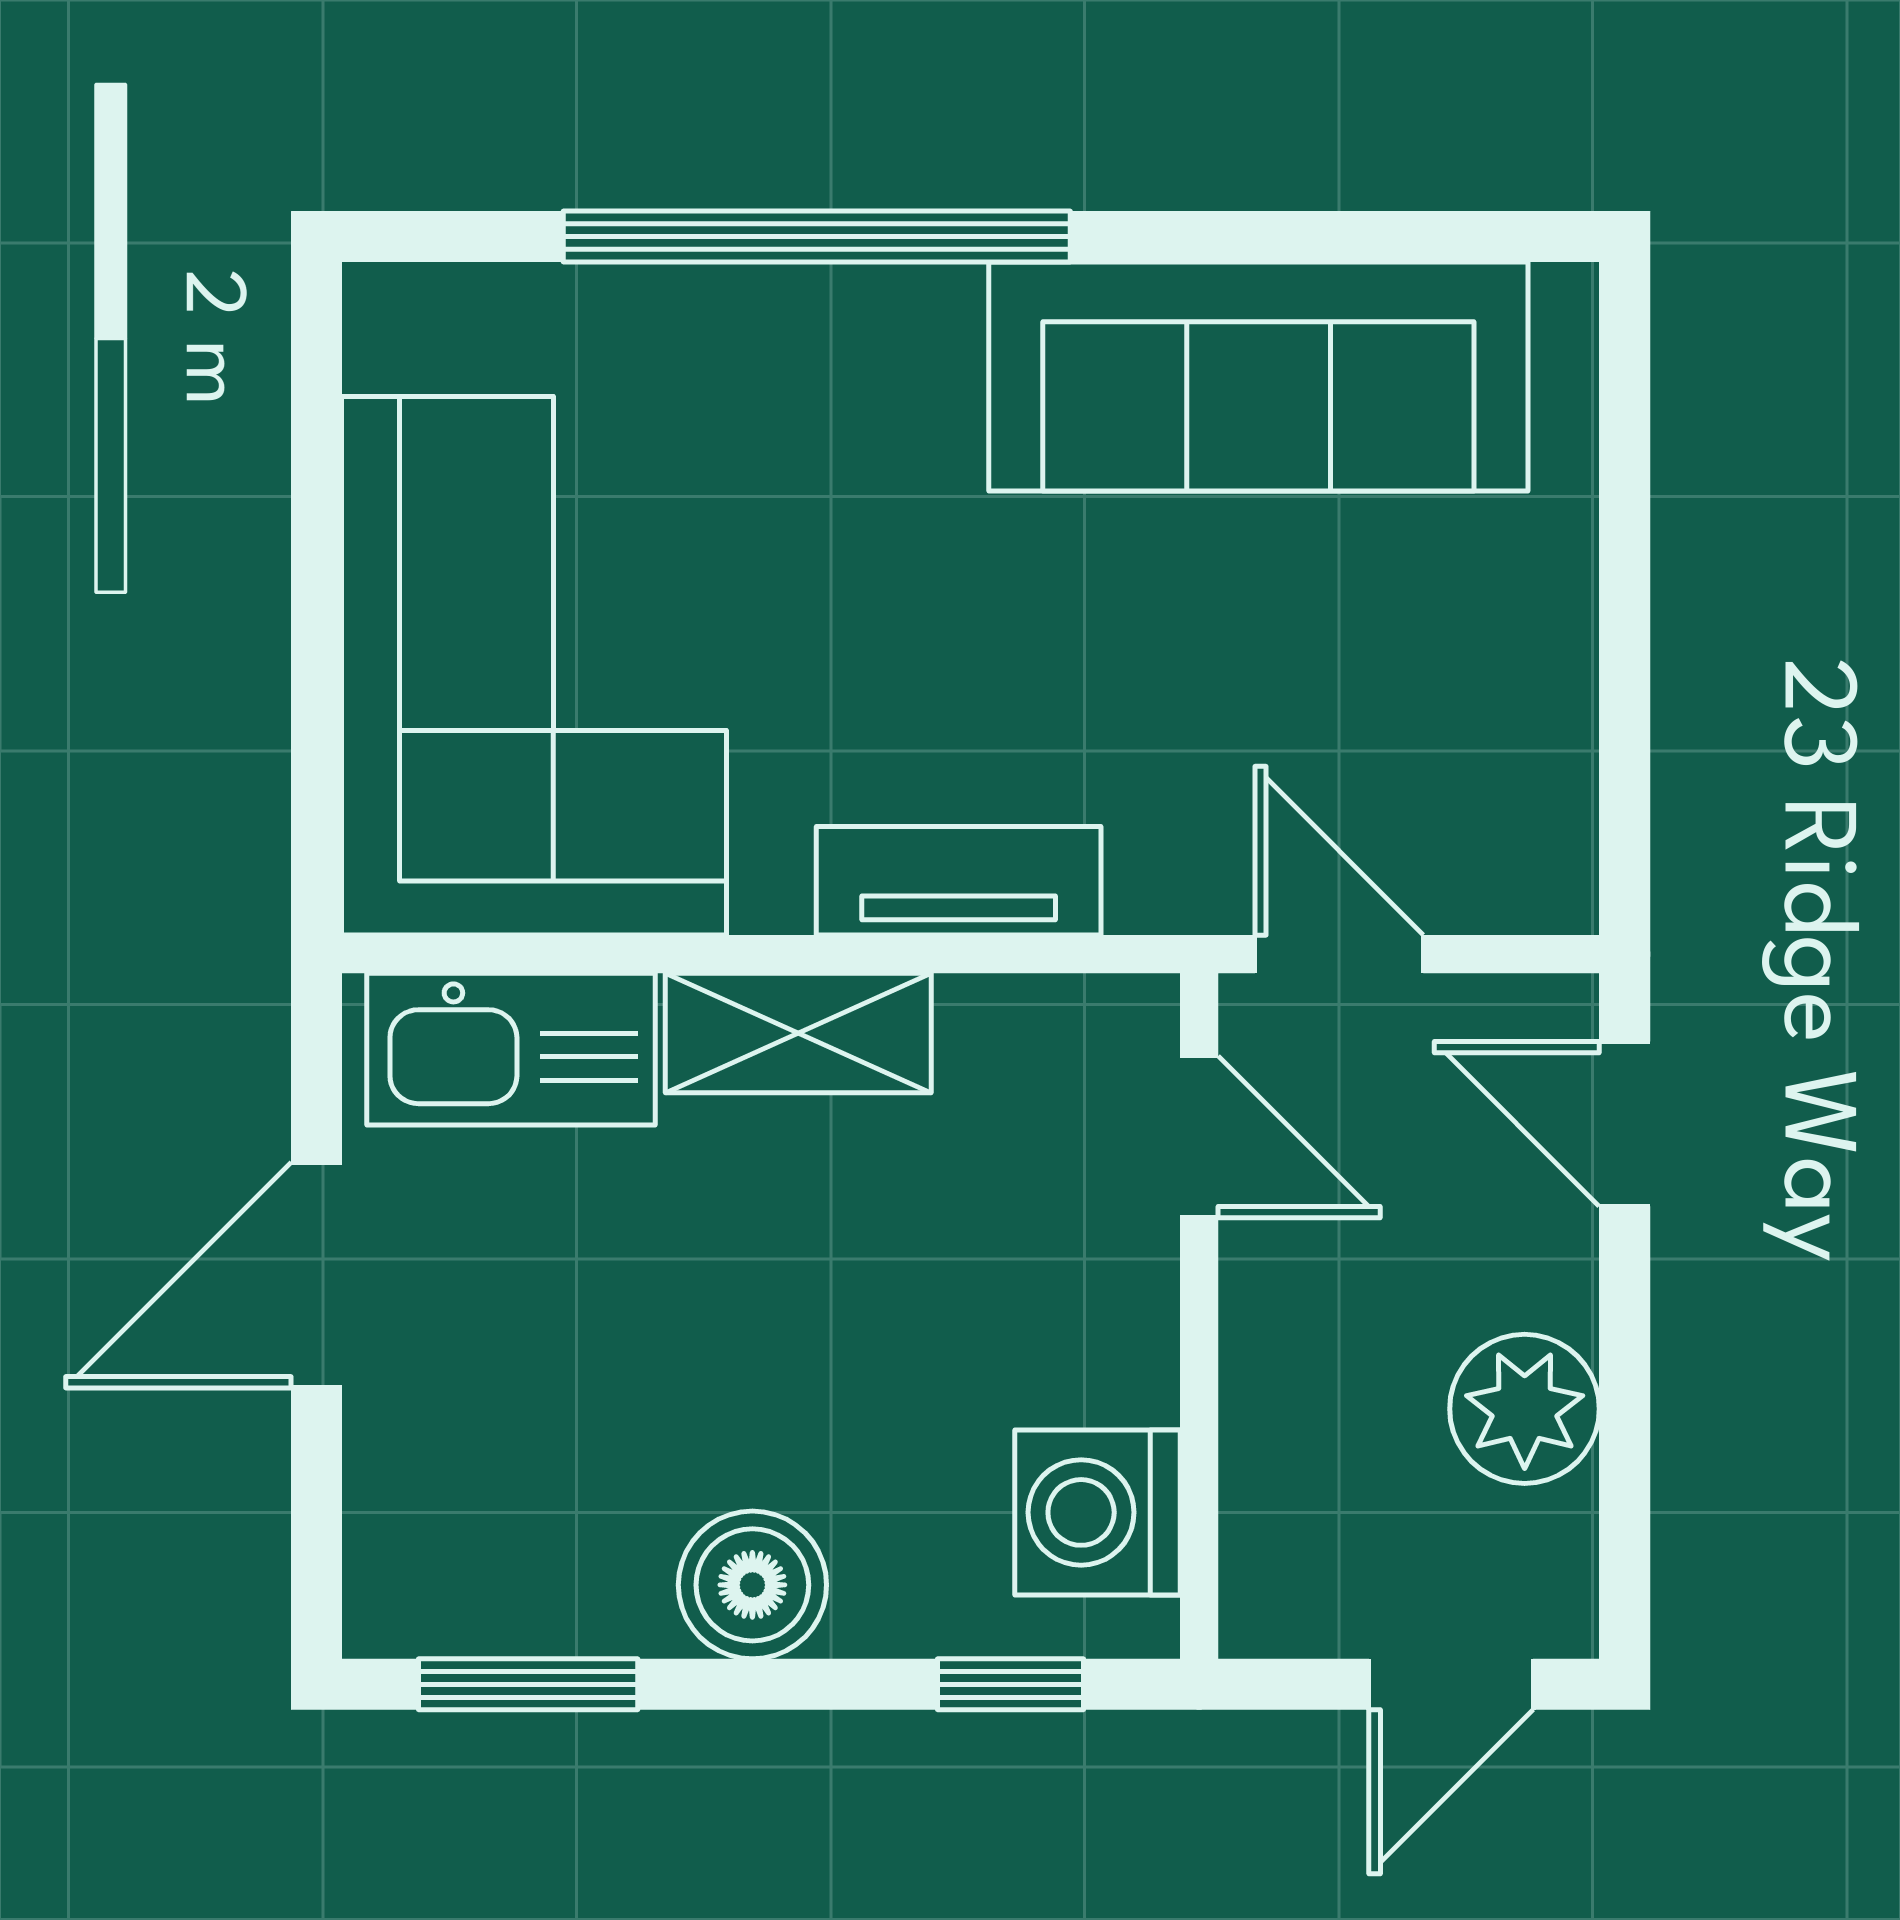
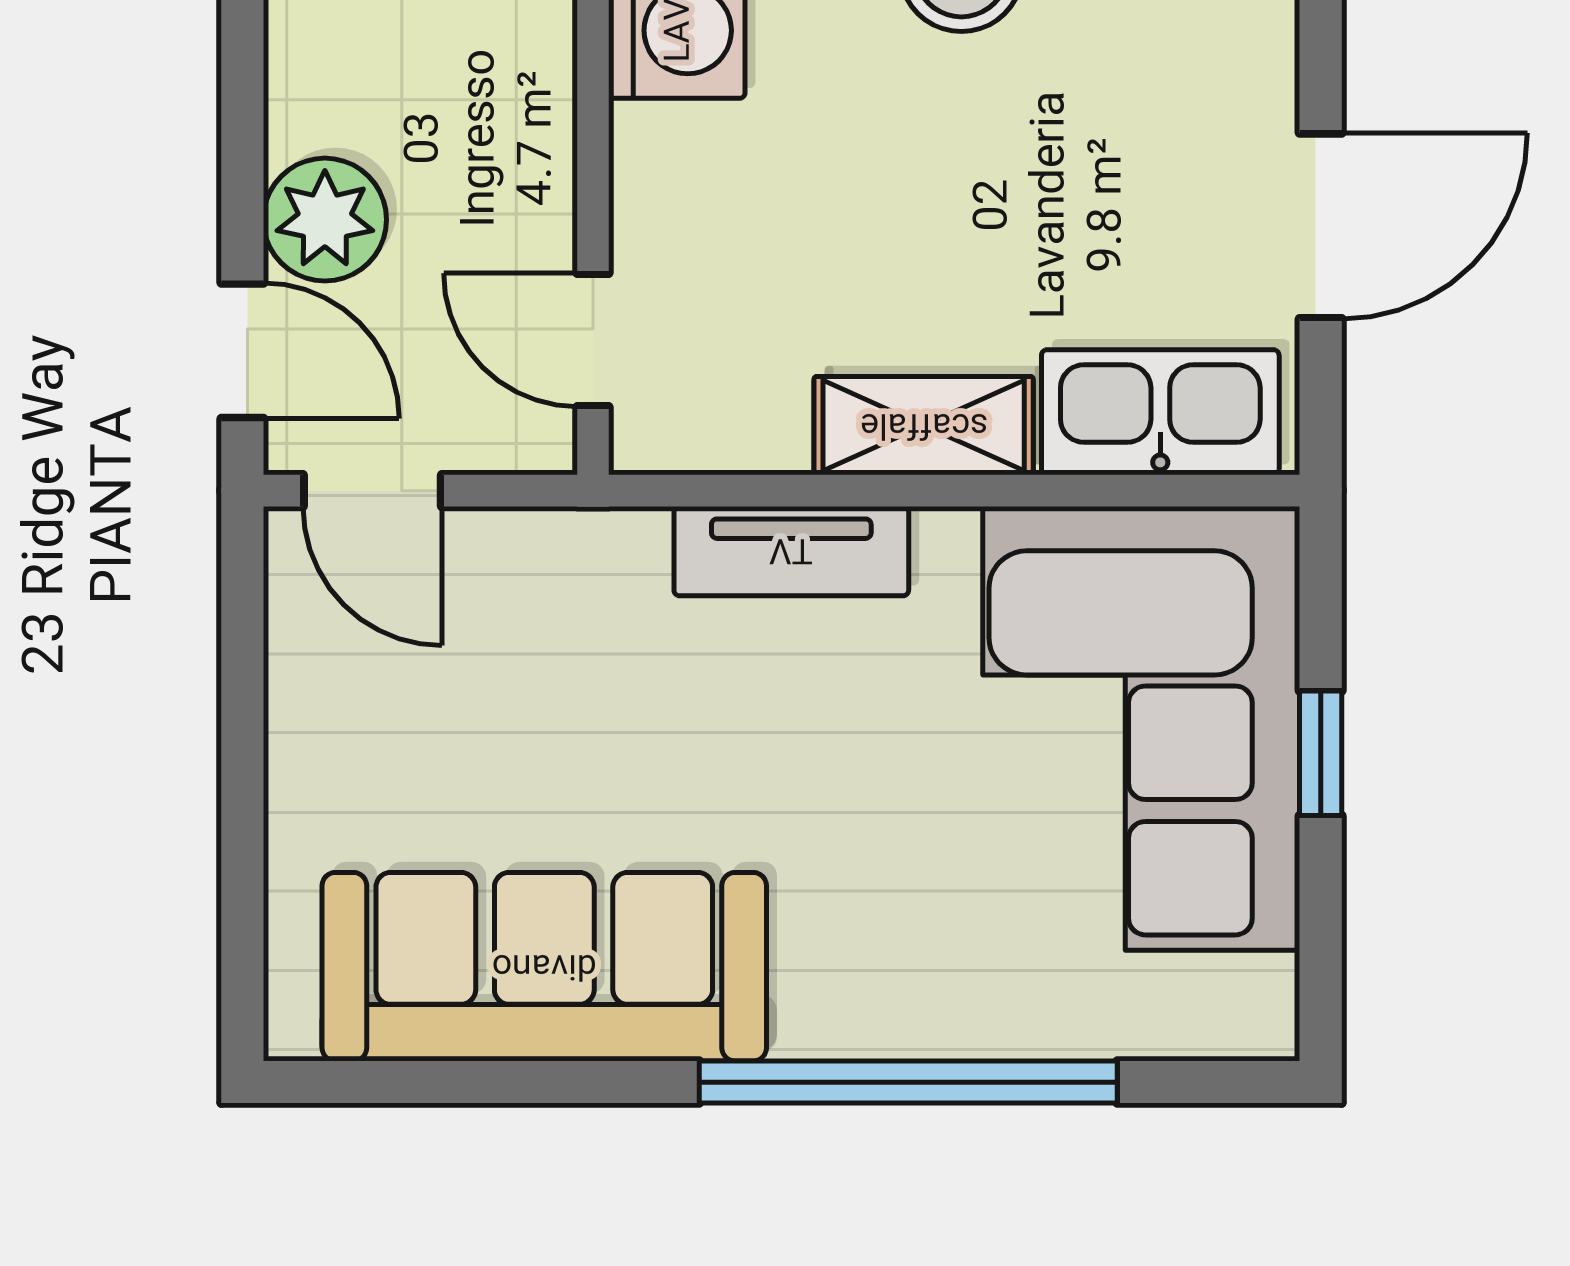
window: (317, 635) -> (1321, 753), added
door: (1339, 954) -> (372, 491), moved
plant: (1525, 1409) -> (325, 220), moved

